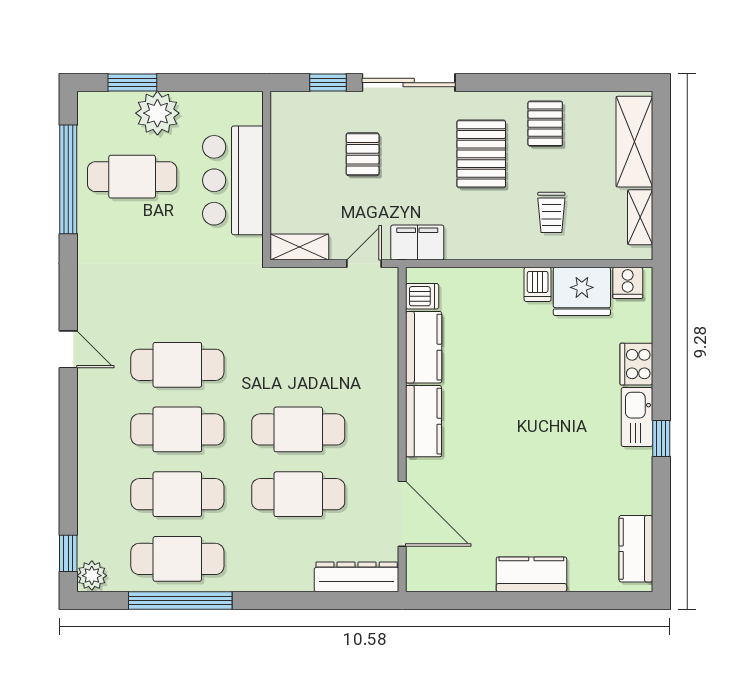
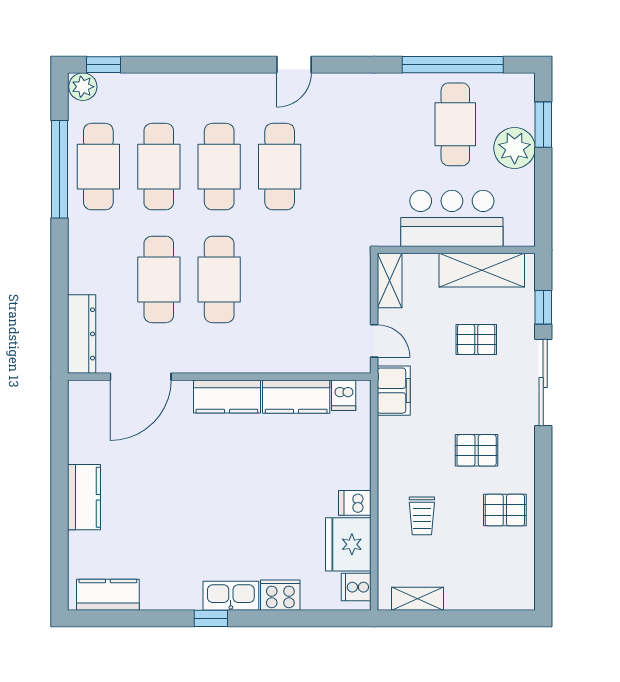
shelving: (634, 142) -> (482, 270), moved
pallet: (481, 154) -> (477, 450), width x0.67, depth x0.71
trolley: (551, 212) -> (422, 516), turned -90

